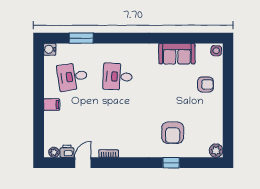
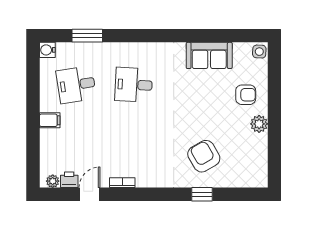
armchair: (173, 133) -> (204, 156), turned 150
plant: (216, 151) -> (259, 124), moved

